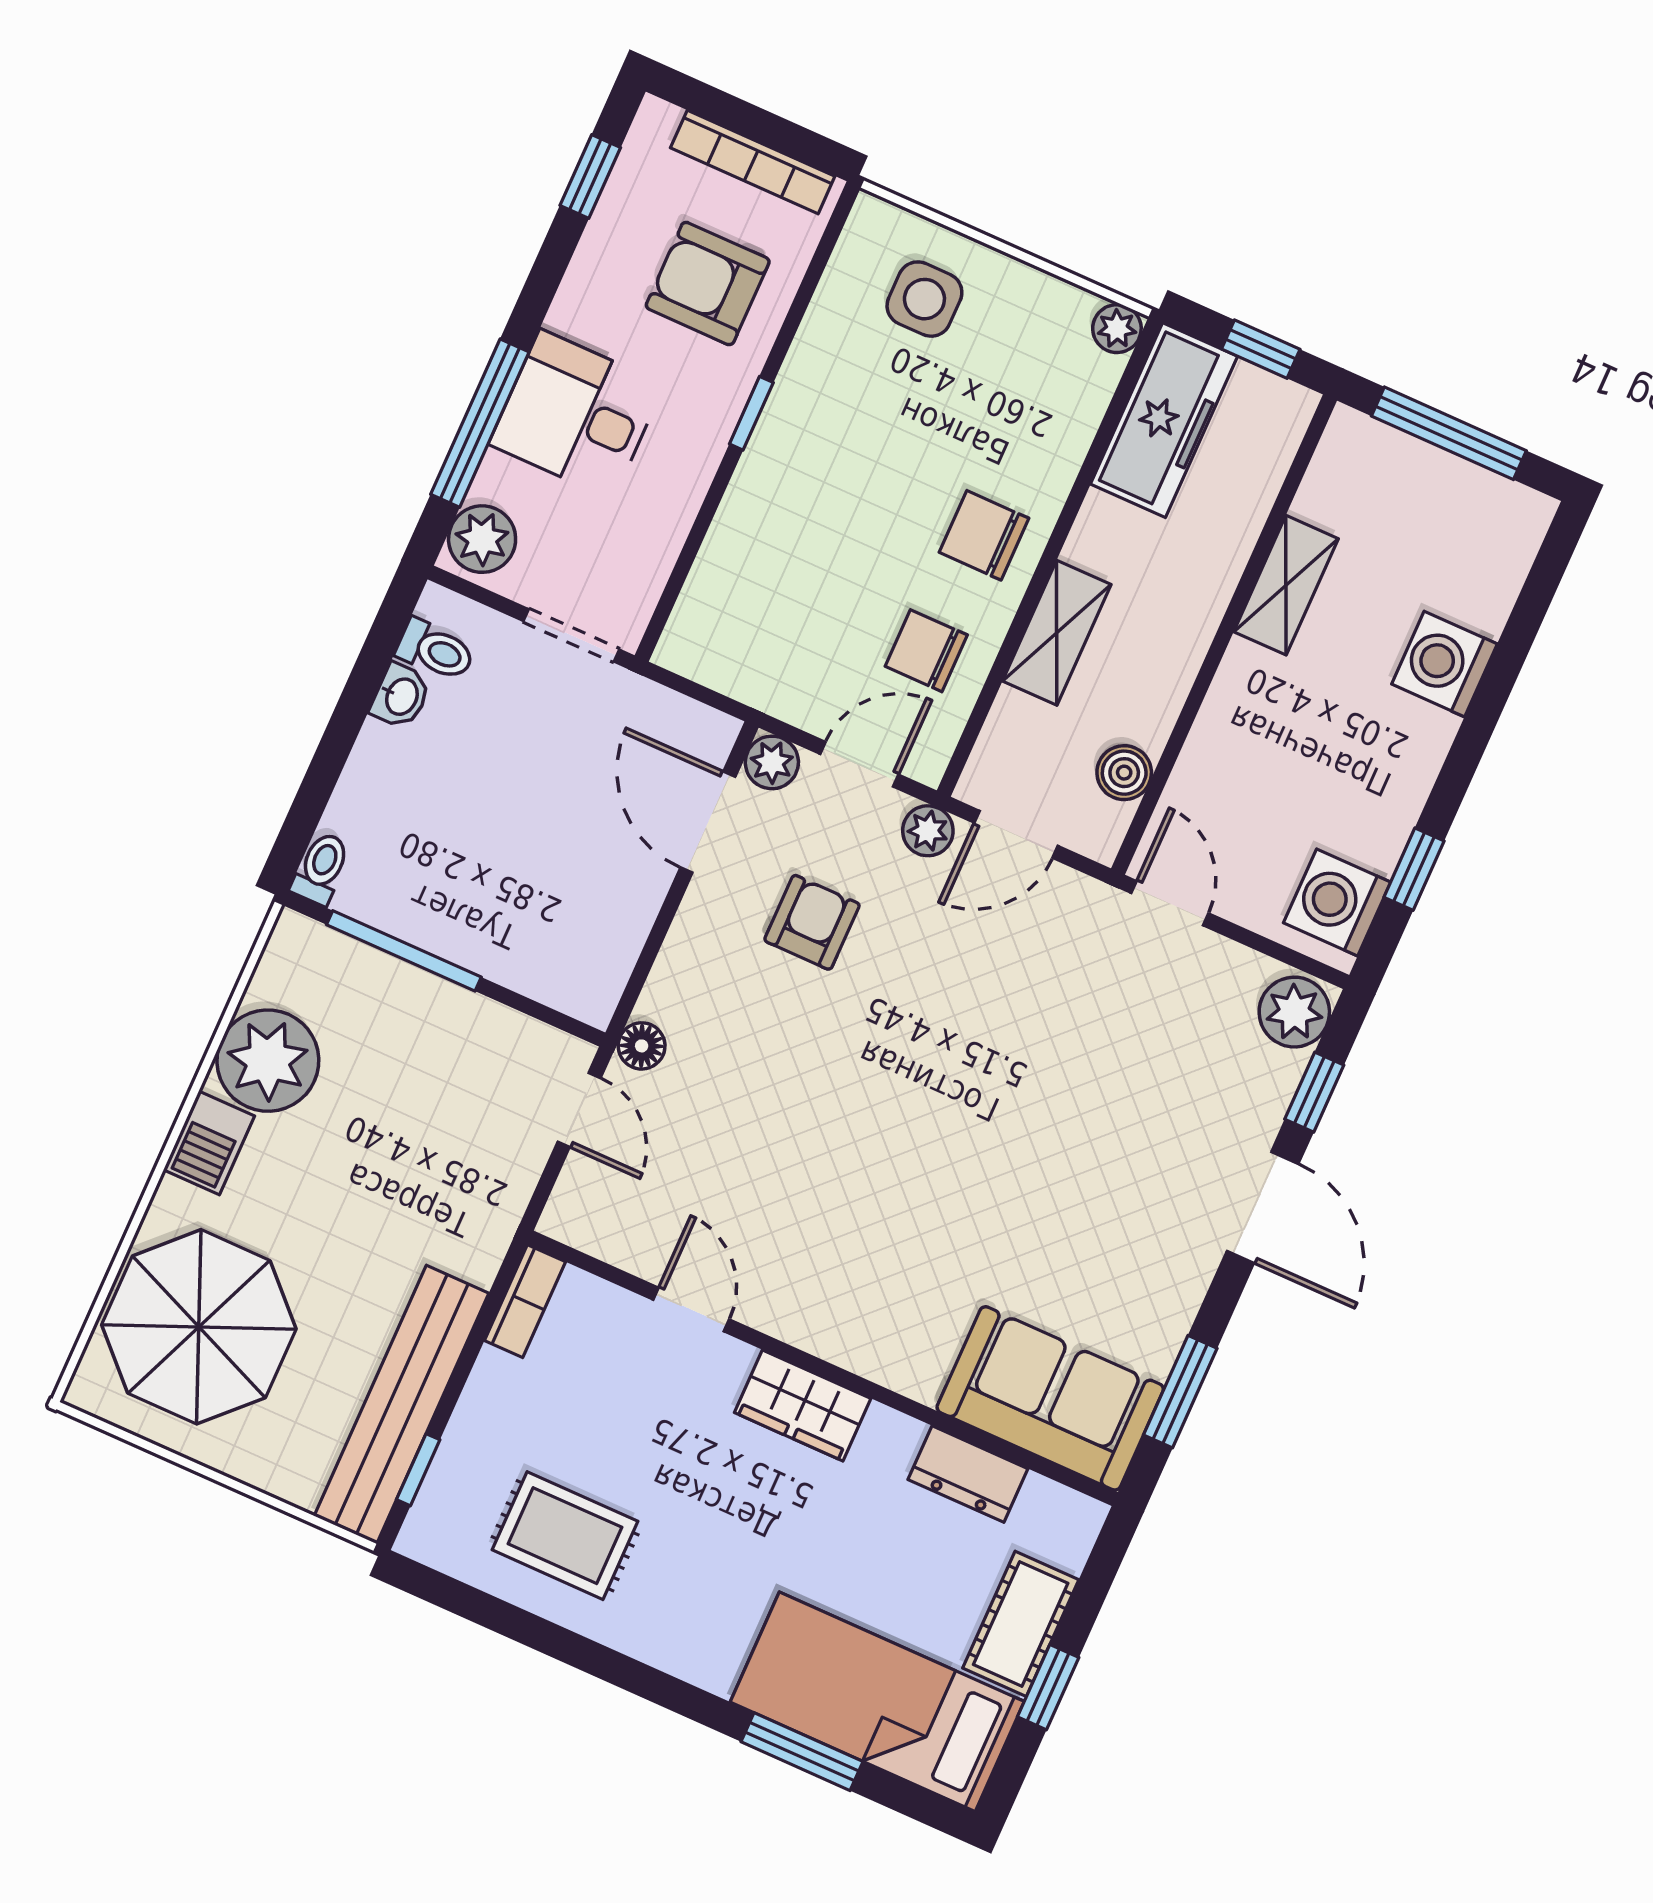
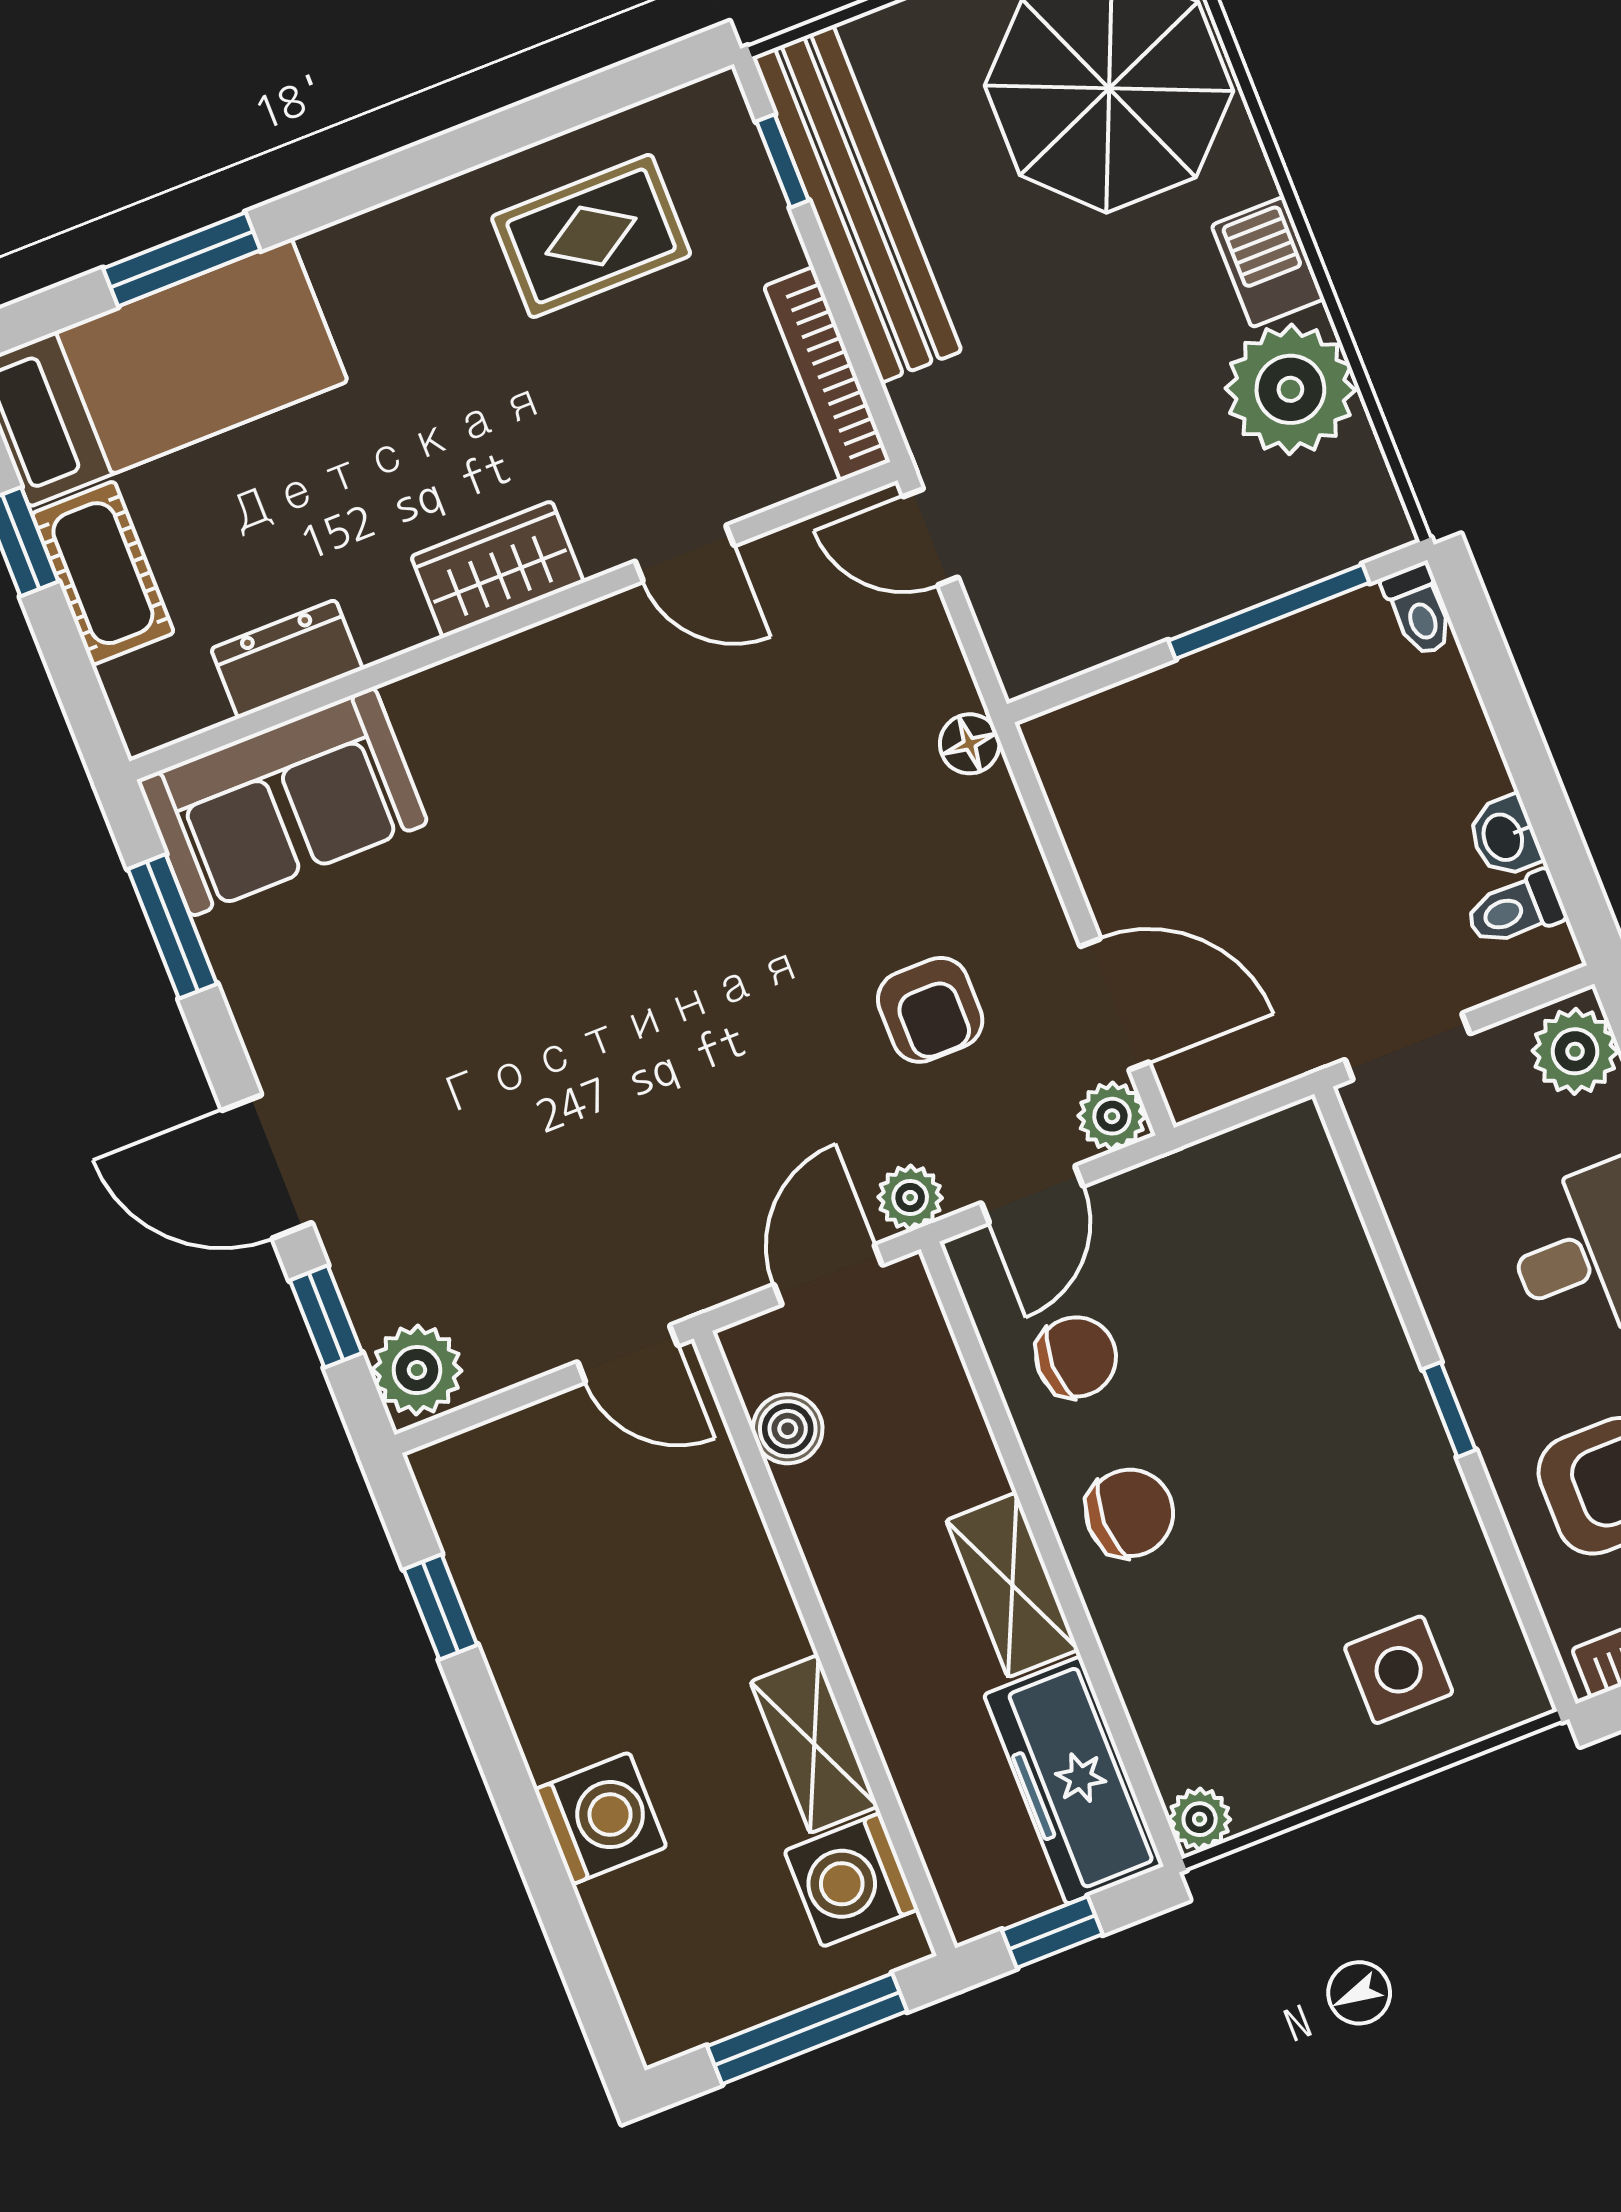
shelving: (1057, 633) -> (1012, 1585), moved
washing machine: (1337, 902) -> (851, 1880), moved, turned 180
door: (579, 1110) -> (931, 537), moved
bookcase: (525, 1301) -> (827, 374), width x1.56

